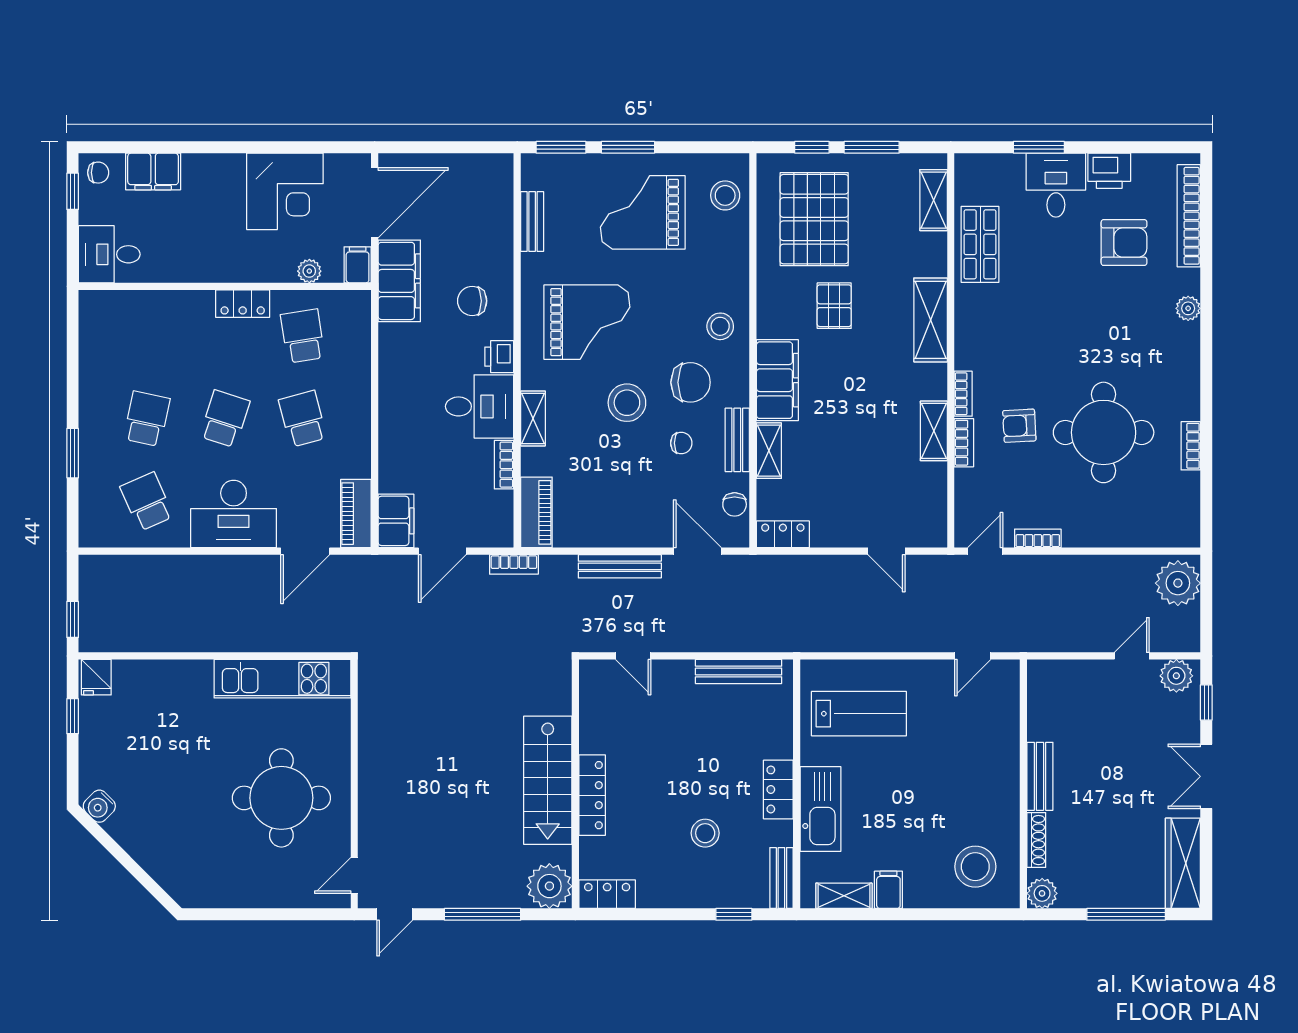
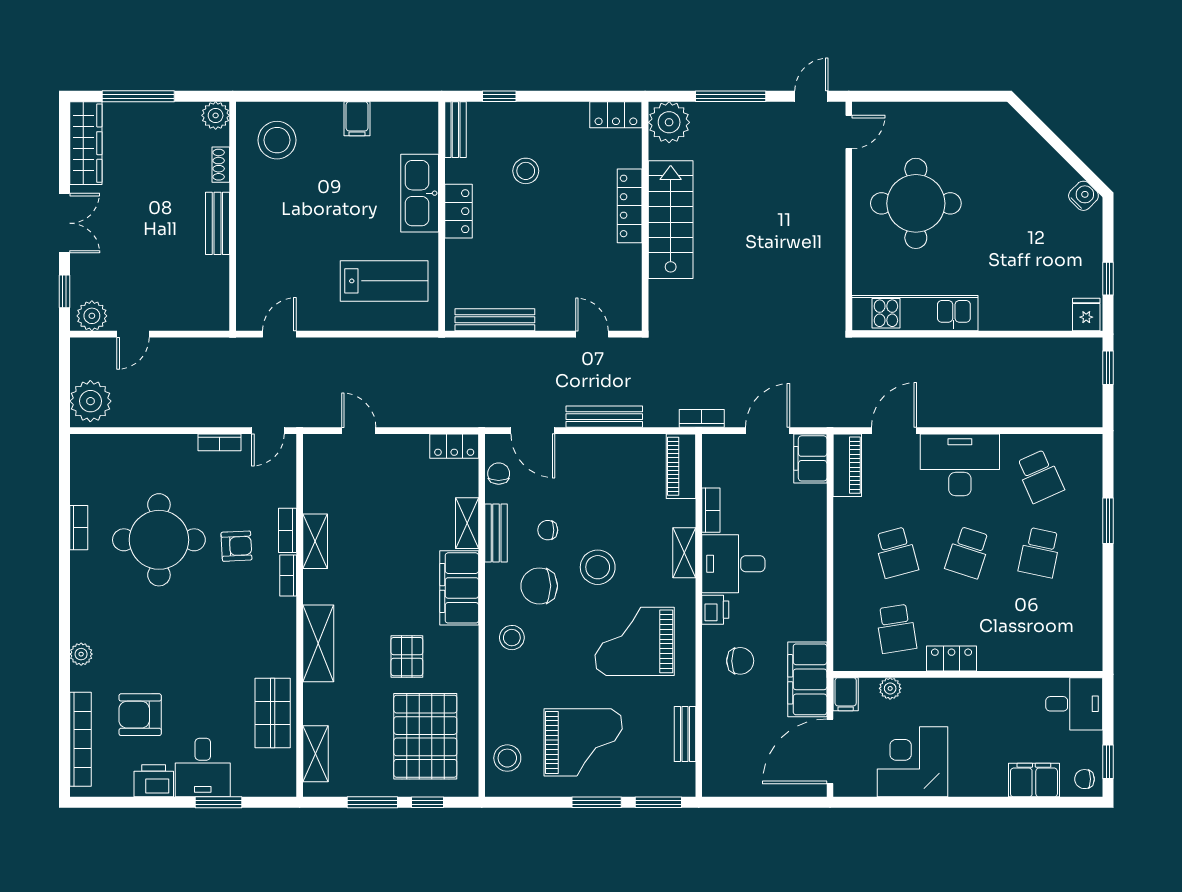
lab bench: (859, 714) -> (384, 281), turned 180
shoe rack: (1036, 840) -> (221, 165), width x0.70
shelving: (844, 896) -> (398, 113), removed

